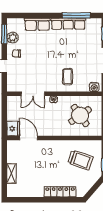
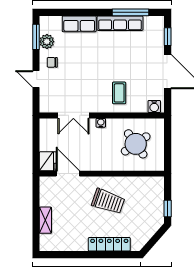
trolley: (80, 160) -> (108, 201), moved

